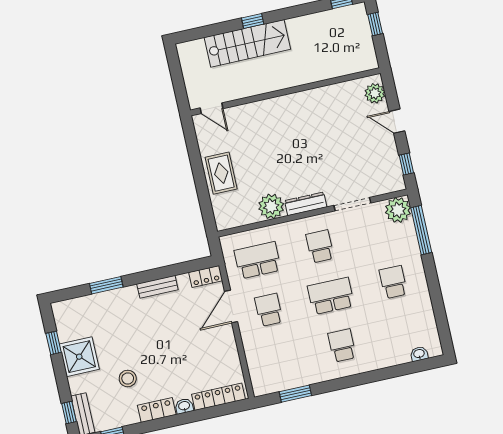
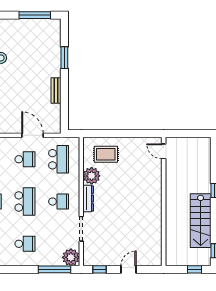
stairs: (247, 43) -> (201, 221), moved
plant: (375, 93) -> (150, 259), removed
door: (212, 108) -> (164, 151), hinge flipped
rug: (221, 173) -> (106, 154), moved
locker: (206, 276) -> (56, 123), removed
window: (54, 343) -> (35, 15), width x2.17
shower: (79, 357) -> (22, 30), removed

